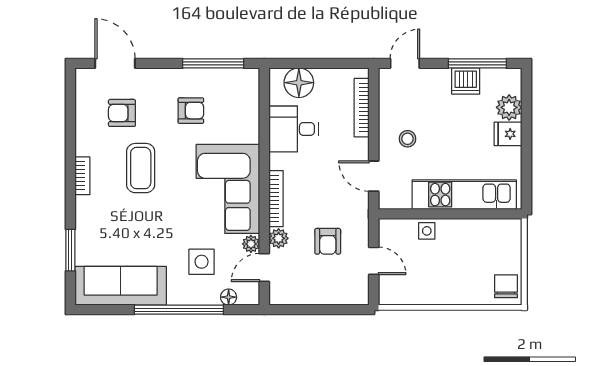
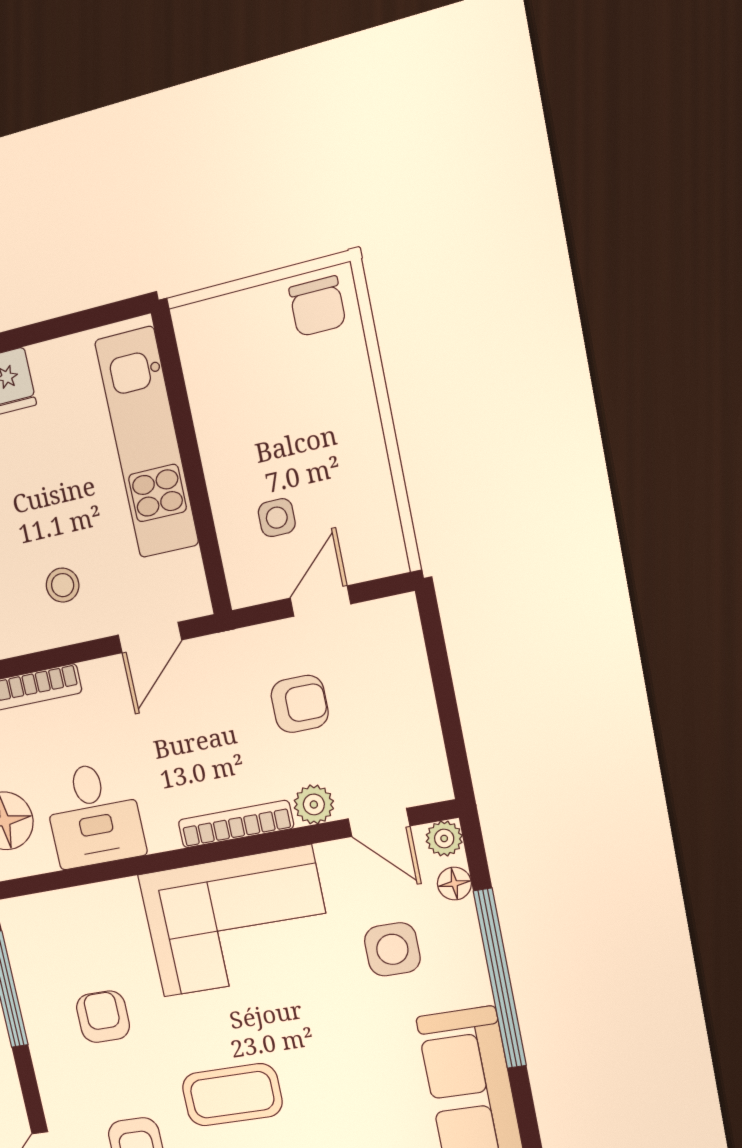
side table: (427, 231) -> (277, 518), moved
plant: (251, 244) -> (444, 839), moved
chair: (506, 286) -> (317, 306), turned -90

